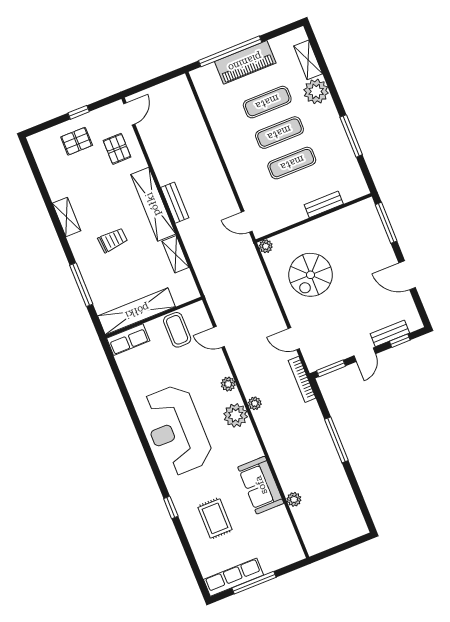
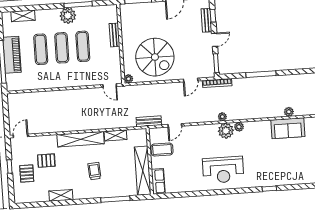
plant: (316, 91) -> (68, 16), moved
door: (129, 114) -> (21, 136), hinge flipped
pallet: (117, 149) -> (46, 161), moved
bench: (175, 203) -> (149, 121), moved
shelving: (67, 217) -> (61, 195), moved
door: (247, 222) -> (110, 85), hinge flipped
spiral stairs: (311, 275) -> (155, 57), width x1.37, depth x1.37
door: (365, 355) -> (215, 40), hinge flipped
plant: (228, 384) -> (239, 127), moved
reception desk: (176, 430) -> (223, 170), width x0.74, depth x0.77
sofa: (261, 485) -> (288, 128), moved
rug: (215, 518) -> (285, 164), removed

